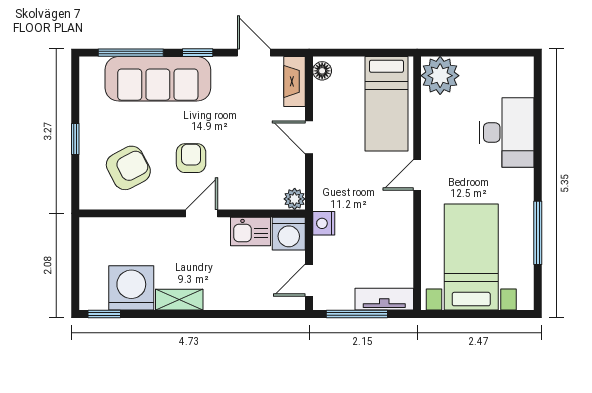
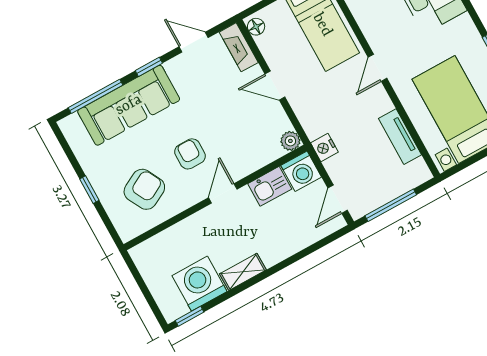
tv unit: (384, 299) -> (400, 137), moved, turned -90

